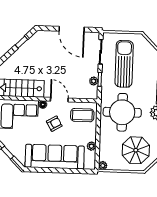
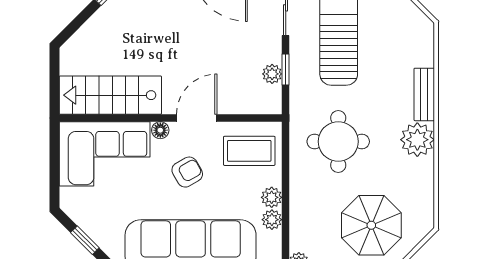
door: (59, 100) -> (197, 118), hinge flipped
round table: (122, 112) -> (338, 142), width x0.73, depth x0.73
plant: (92, 136) -> (272, 197), added

